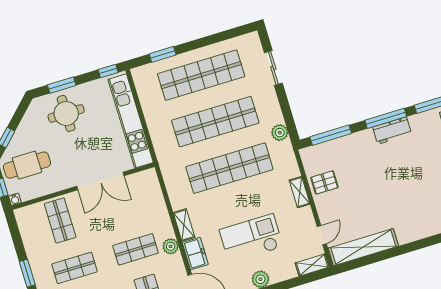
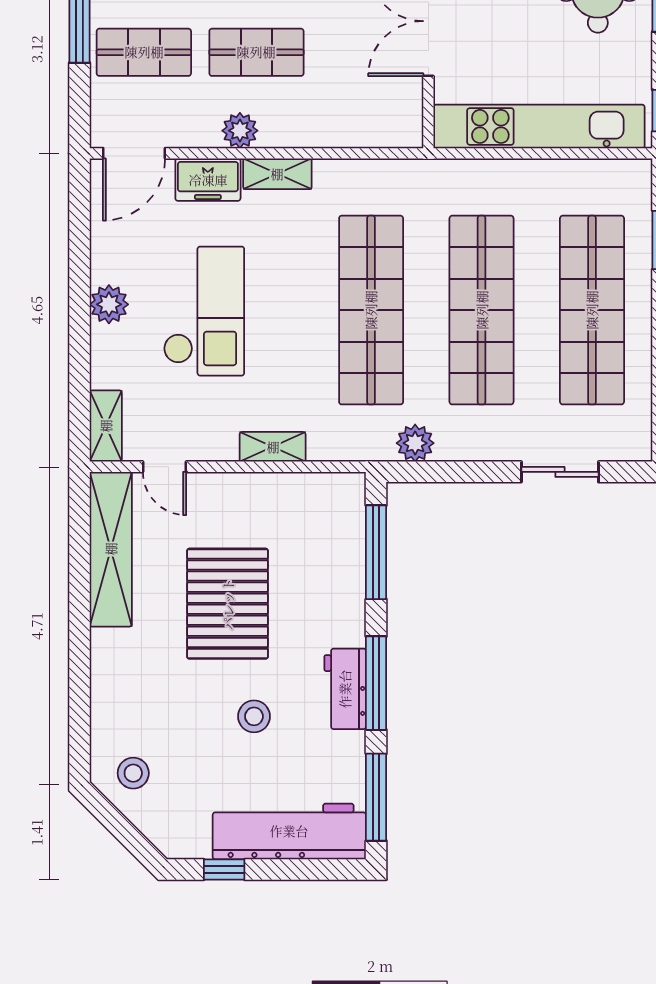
stool: (415, 165) -> (254, 716), added
pallet: (324, 182) -> (228, 604), moved, width x2.05, depth x2.00
shop shelf: (136, 249) -> (256, 52), turned 90

